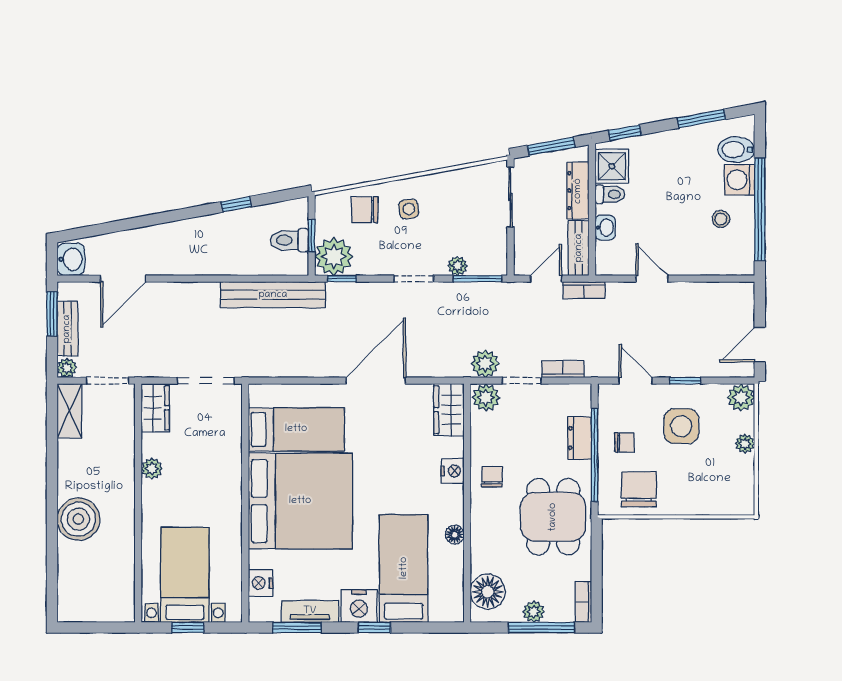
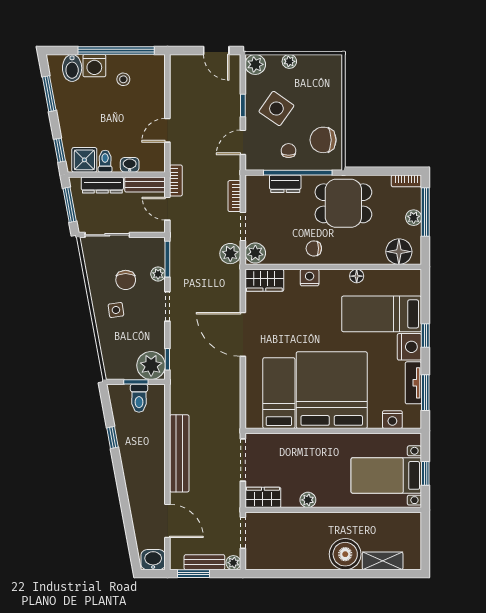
chair: (365, 210) -> (126, 280), moved
bench: (273, 295) -> (179, 453), moved
shelving: (69, 411) -> (383, 561), moved
side table: (681, 426) -> (276, 109), turned 35

